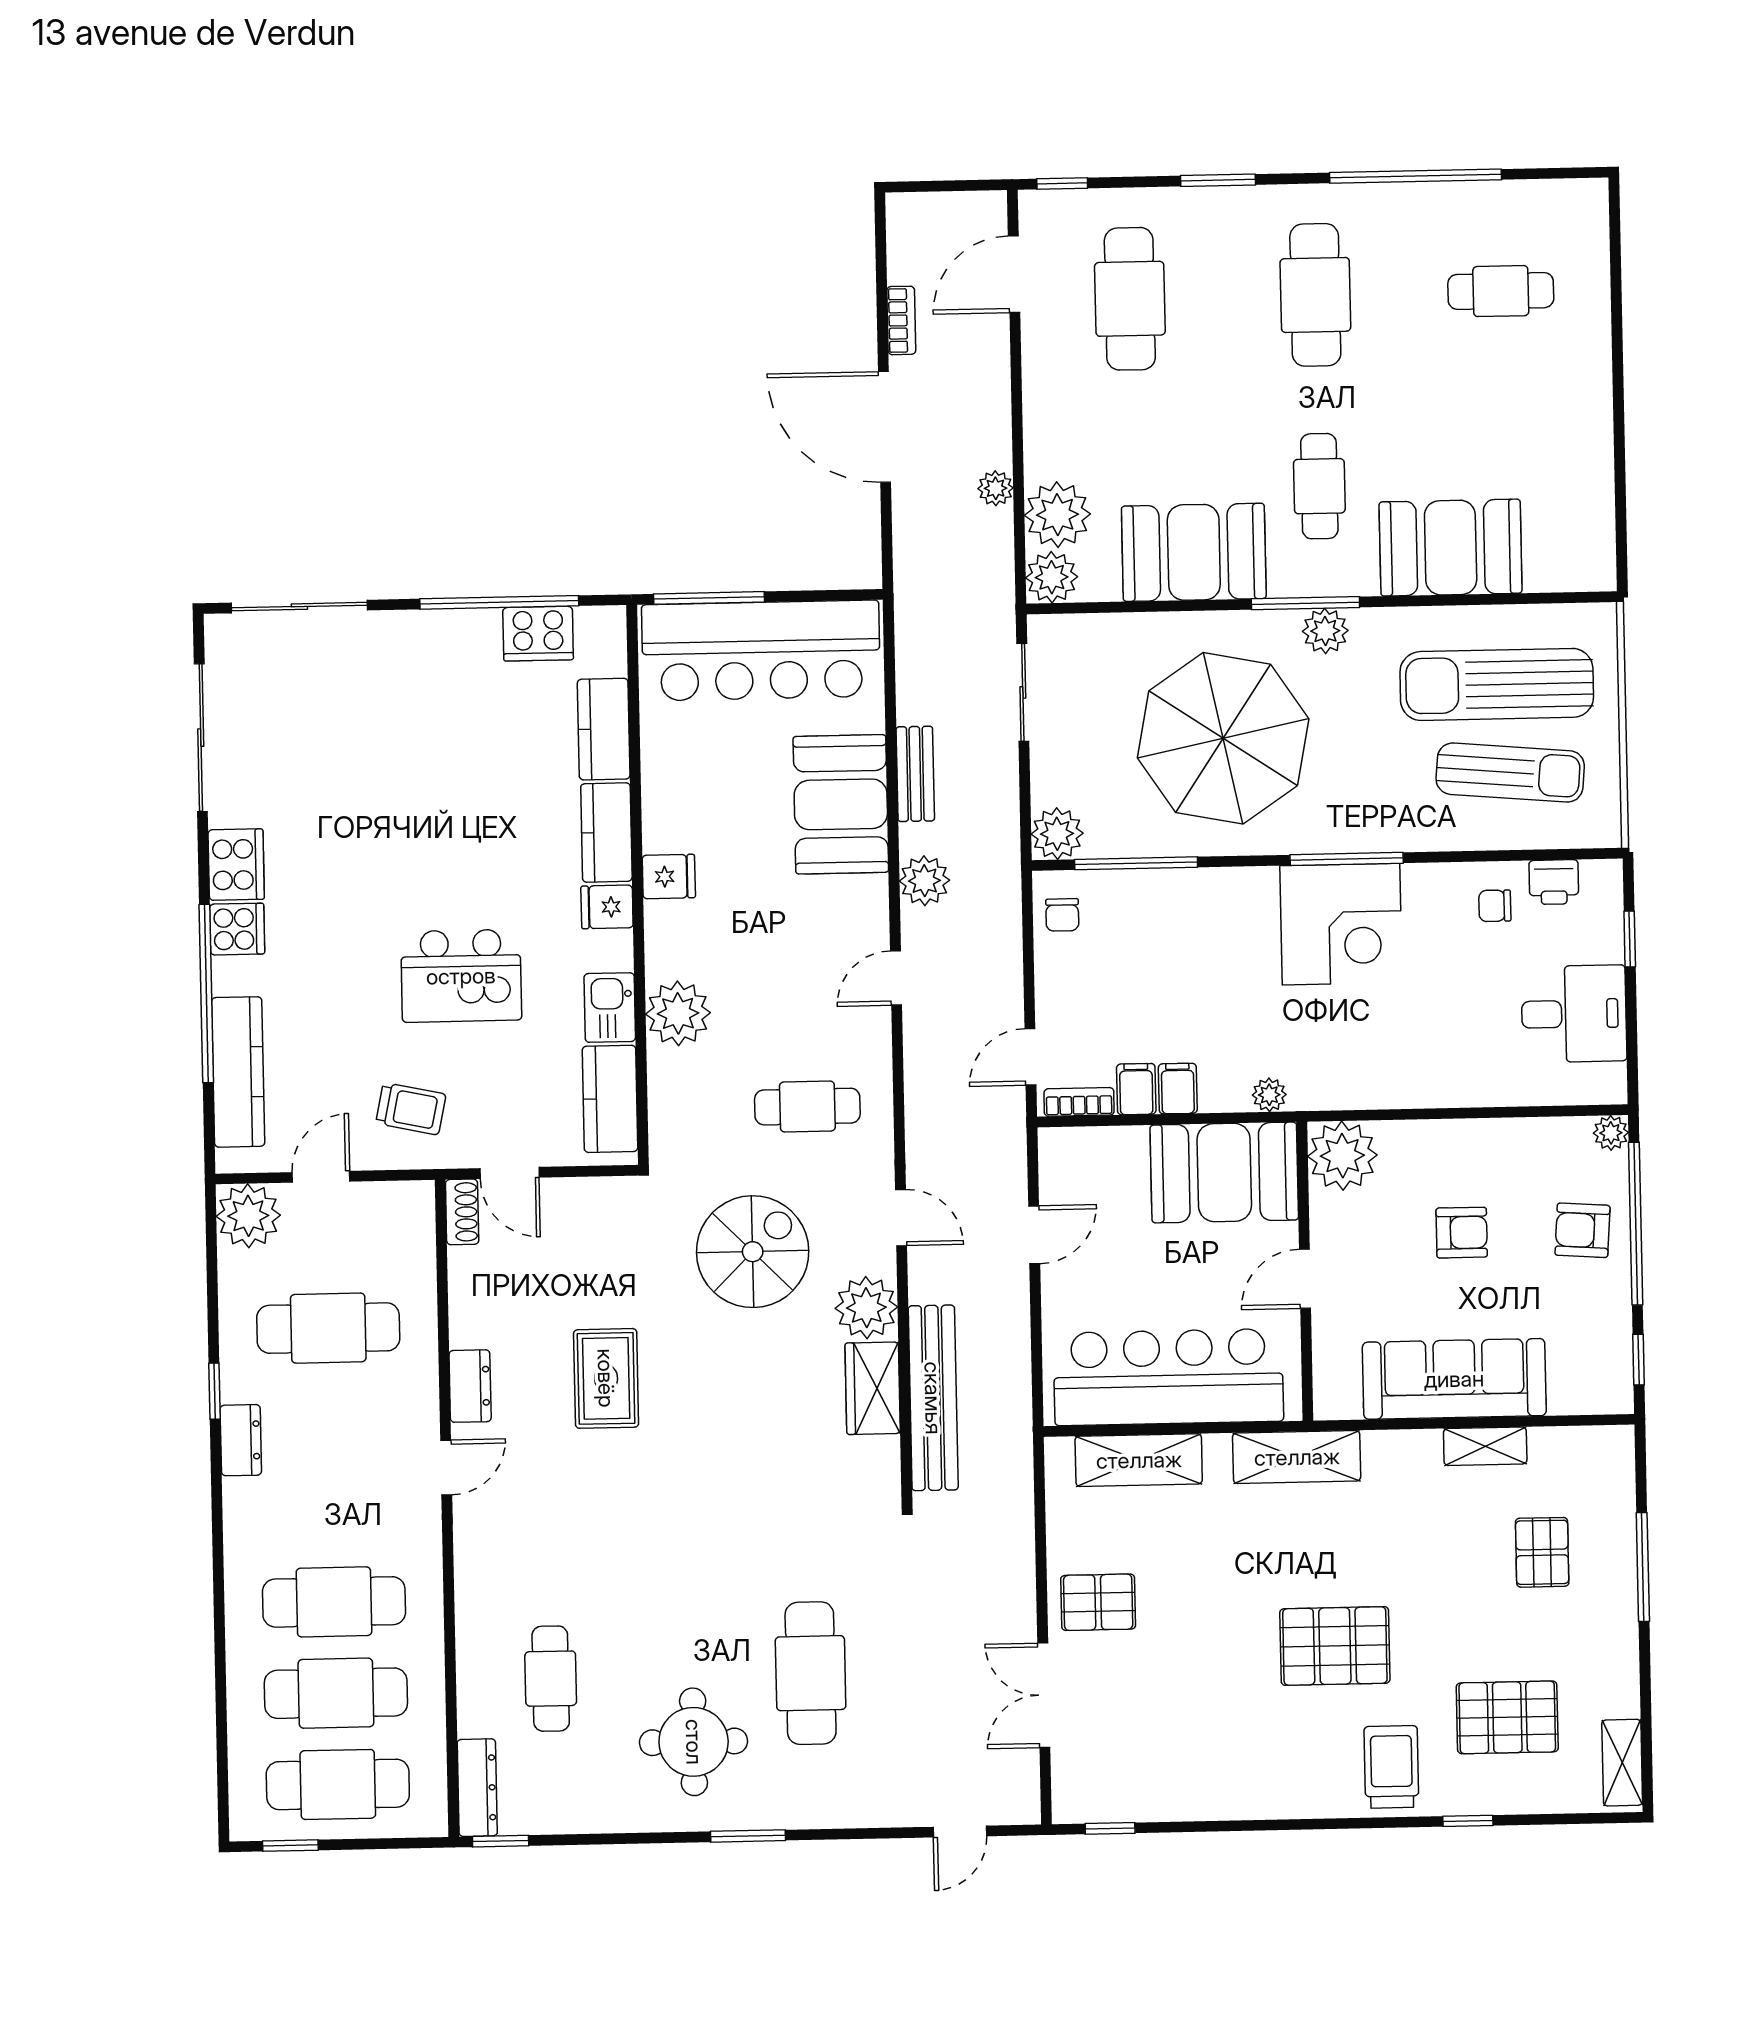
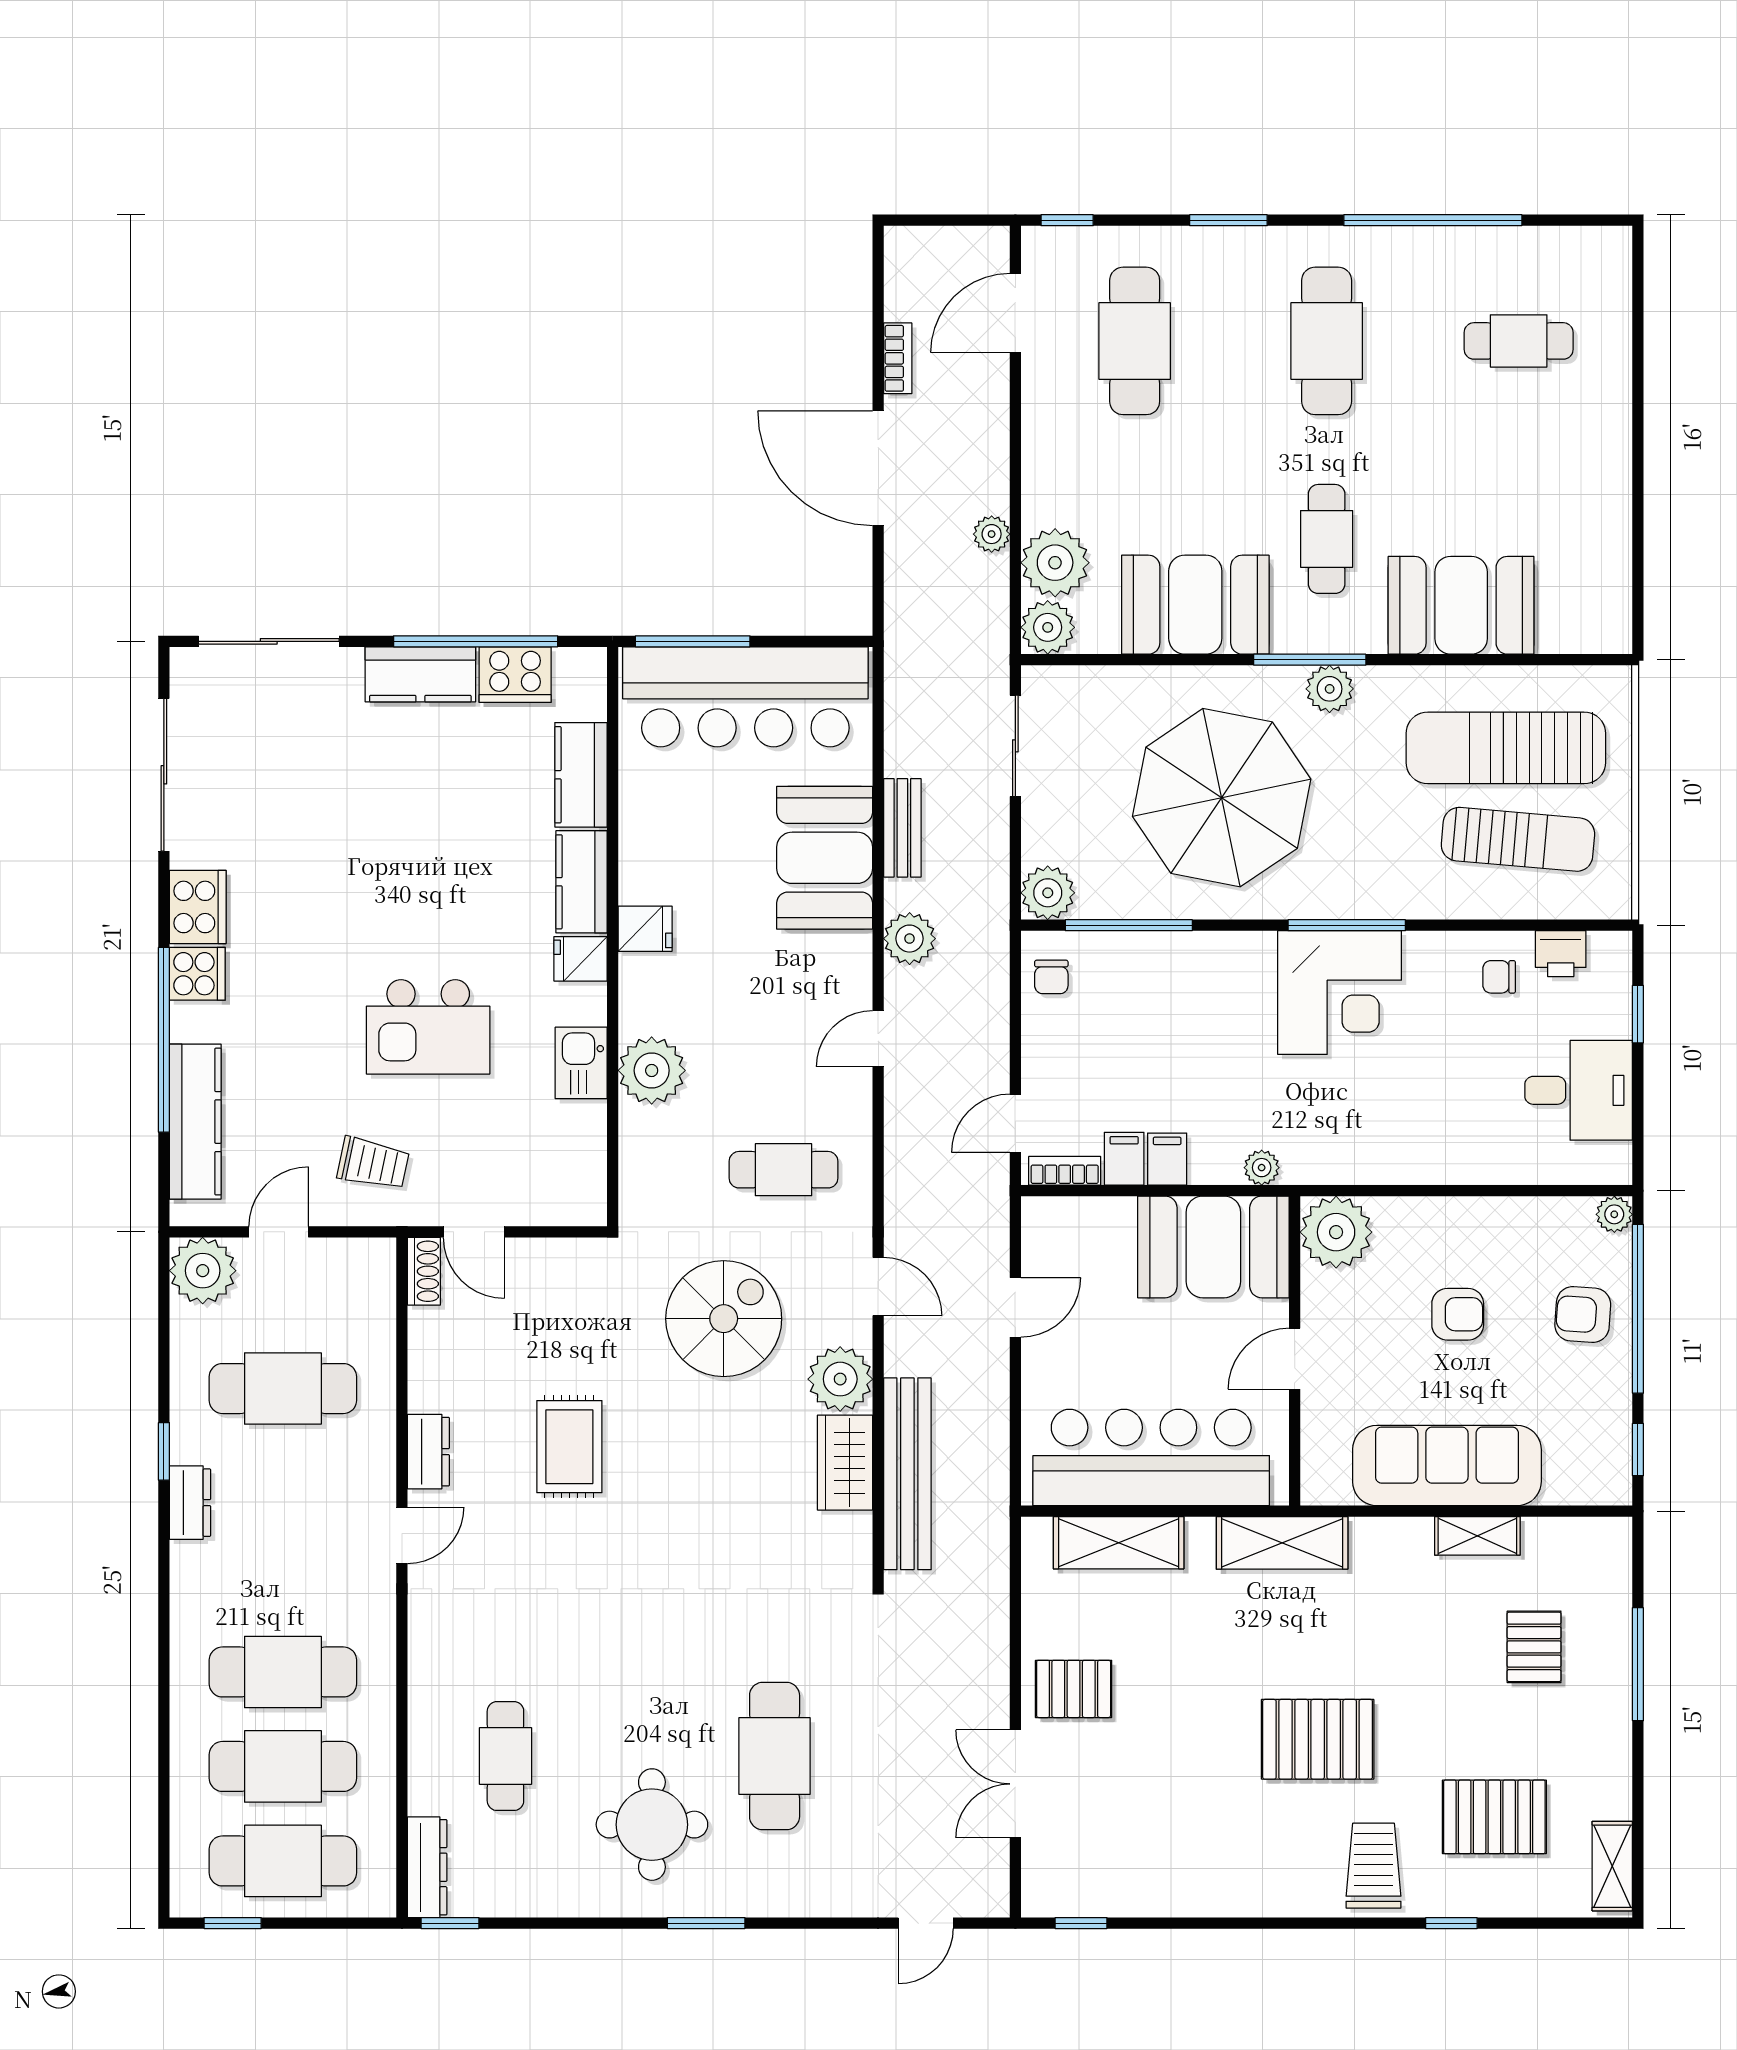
kitchen counter: (610, 1099) -> (420, 674), moved, turned -90

